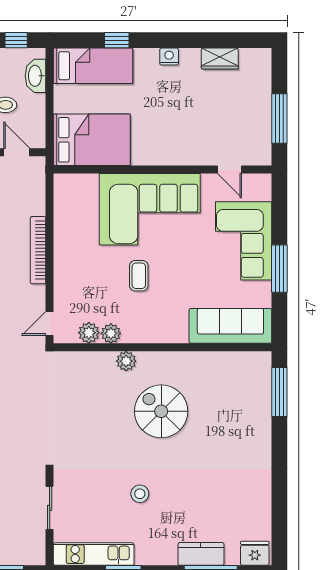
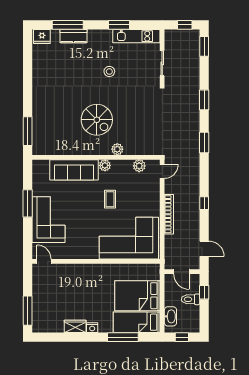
window: (117, 40) -> (123, 337), width x2.17
wardrobe: (220, 59) -> (75, 326), moved
window: (279, 118) -> (28, 311), moved
bed: (92, 140) -> (137, 296), moved
door: (230, 170) -> (44, 261), moved
corner sofa: (150, 209) -> (129, 238), moved
sofa: (230, 326) -> (74, 170), moved
plant: (111, 333) -> (105, 165), moved

